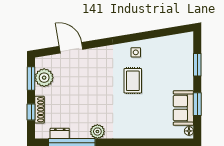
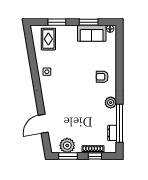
rug: (133, 81) -> (48, 39), moved, turned 90
armchair: (129, 121) -> (102, 77), added

